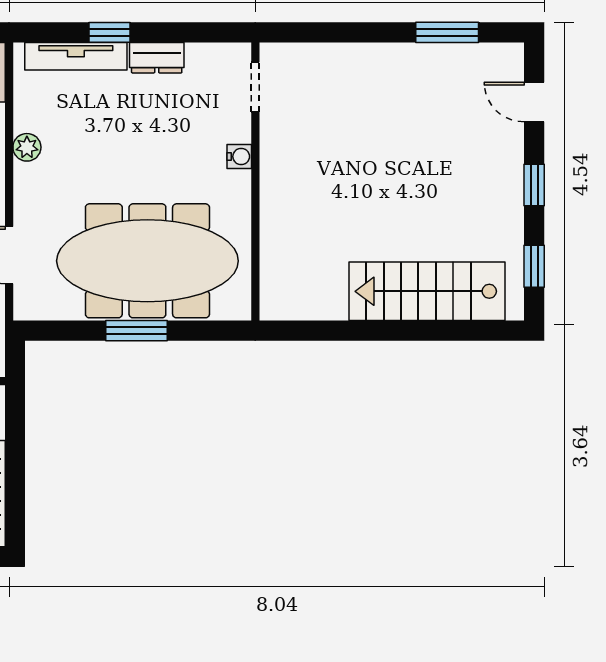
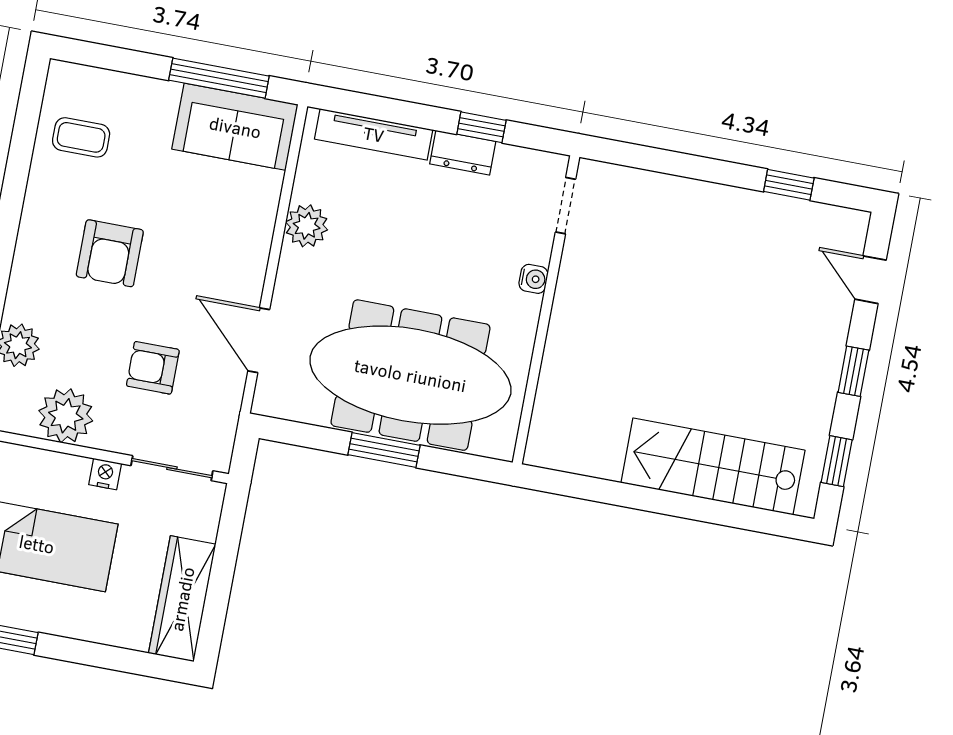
window: (110, 32) -> (481, 127), moved
window: (447, 32) -> (789, 185), width x0.67
plant: (27, 147) -> (307, 226), width x1.38, depth x1.38

